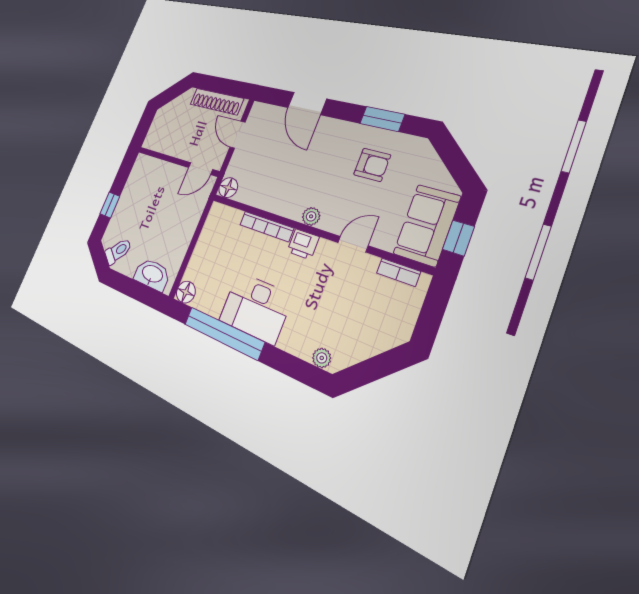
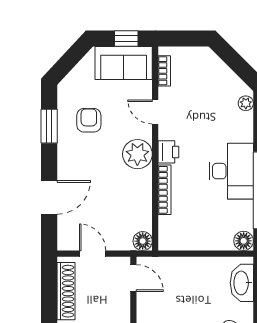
door: (238, 135) -> (93, 254), swing flipped
plant: (311, 216) -> (137, 154), width x1.88, depth x1.88

